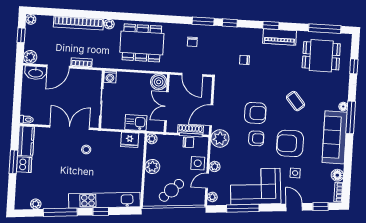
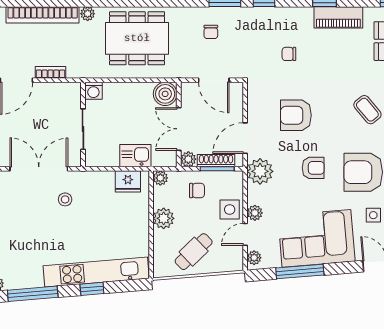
armchair: (255, 113) -> (296, 115), moved, turned 180
plant: (172, 127) -> (188, 159), added
chair: (188, 142) -> (197, 191), moved

